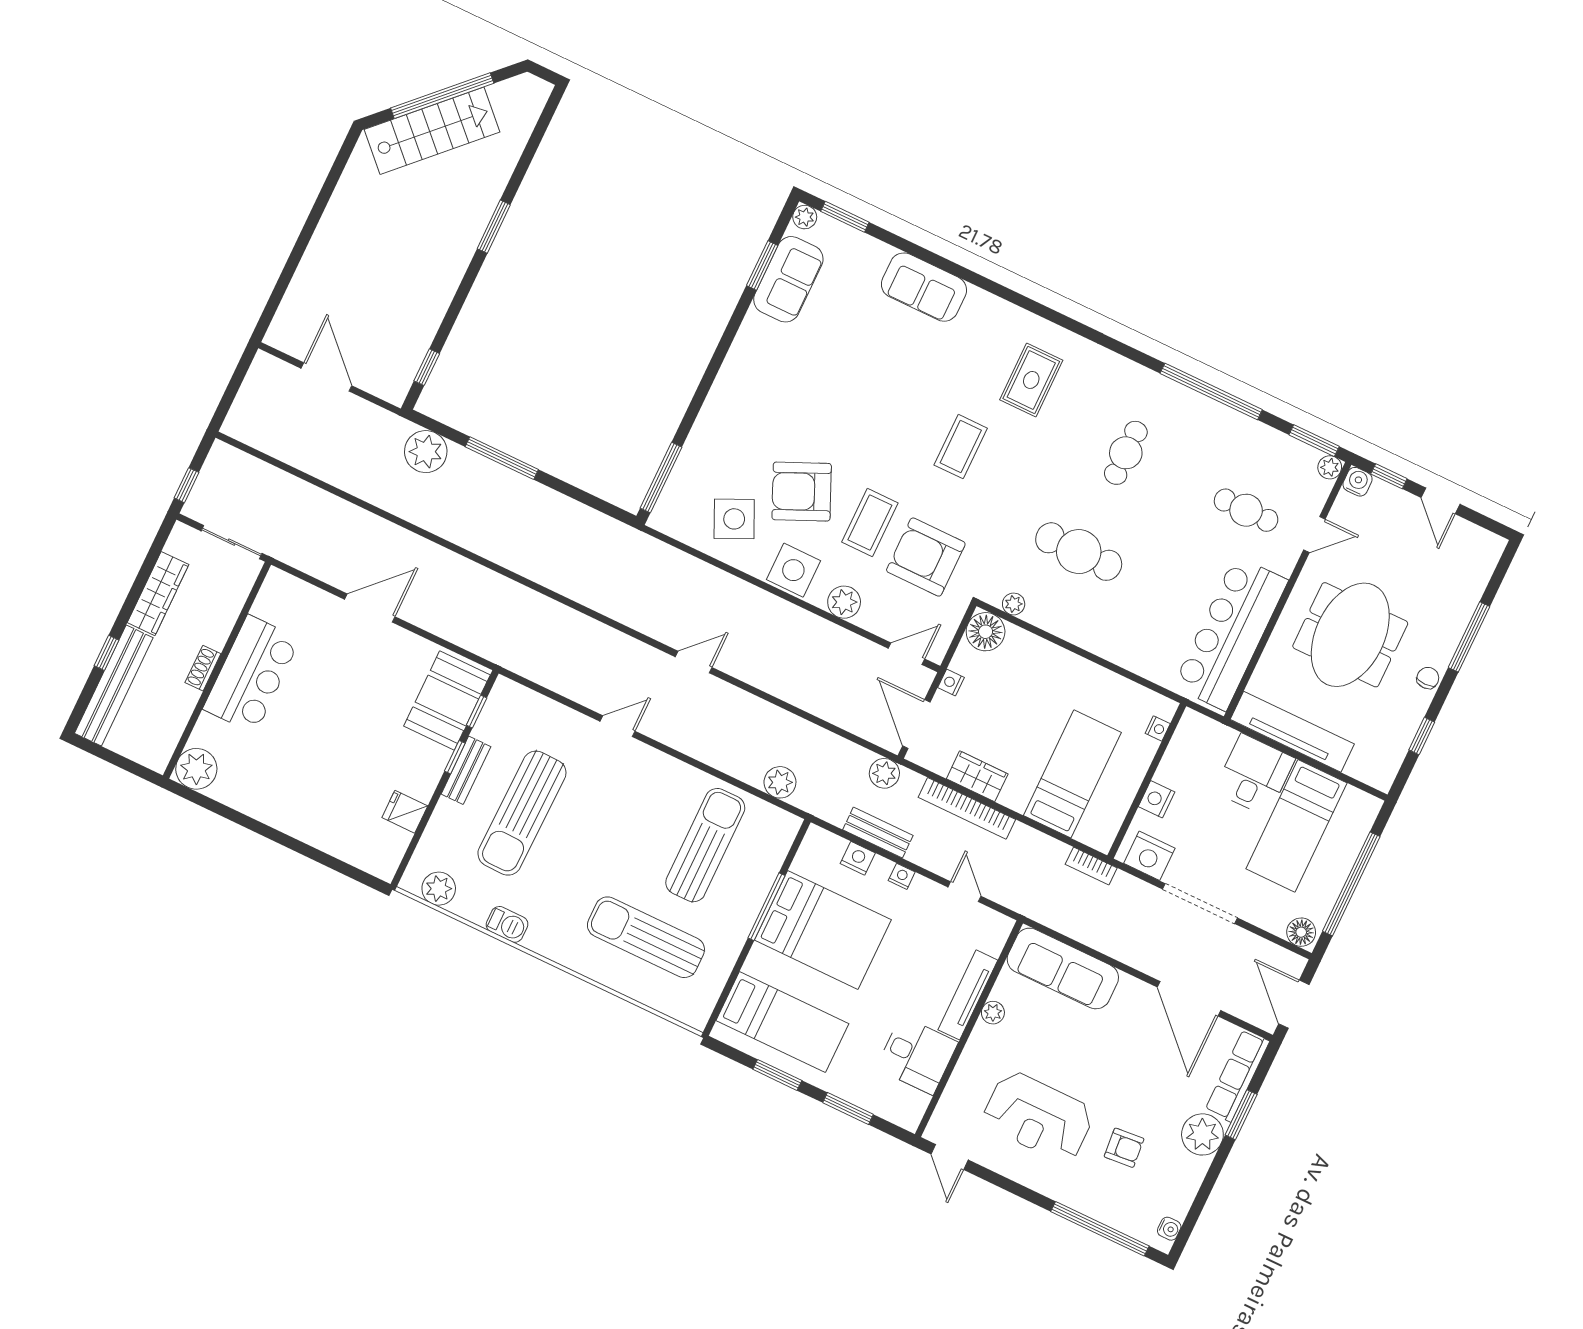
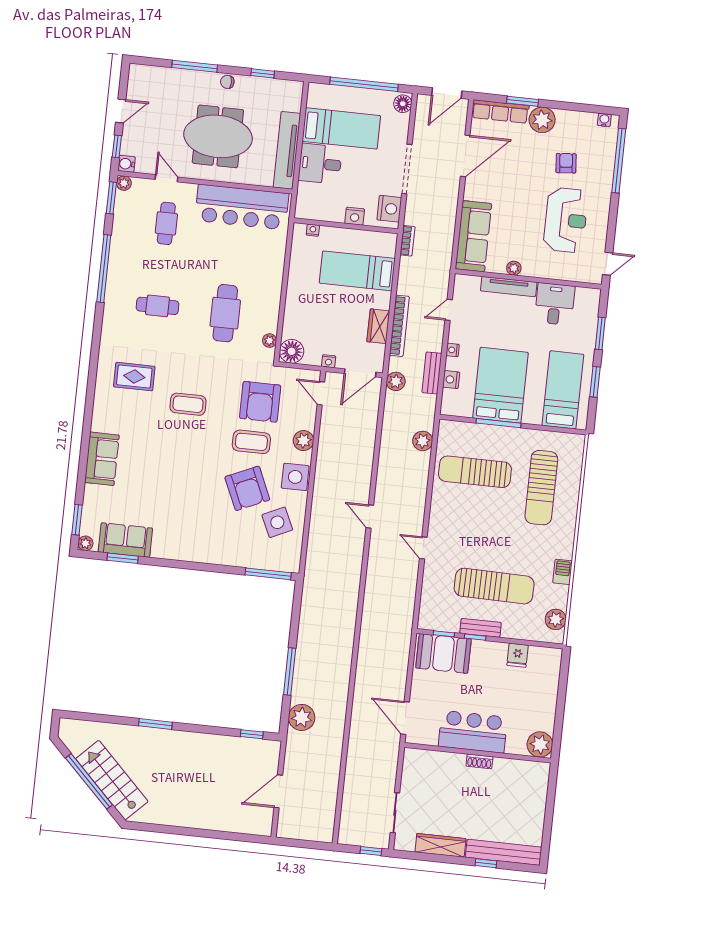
shoe rack: (203, 668) -> (479, 761), moved
wall: (217, 670) -> (478, 753), moved
bar counter: (251, 674) -> (473, 732), moved
plant: (196, 769) -> (540, 744), moved

